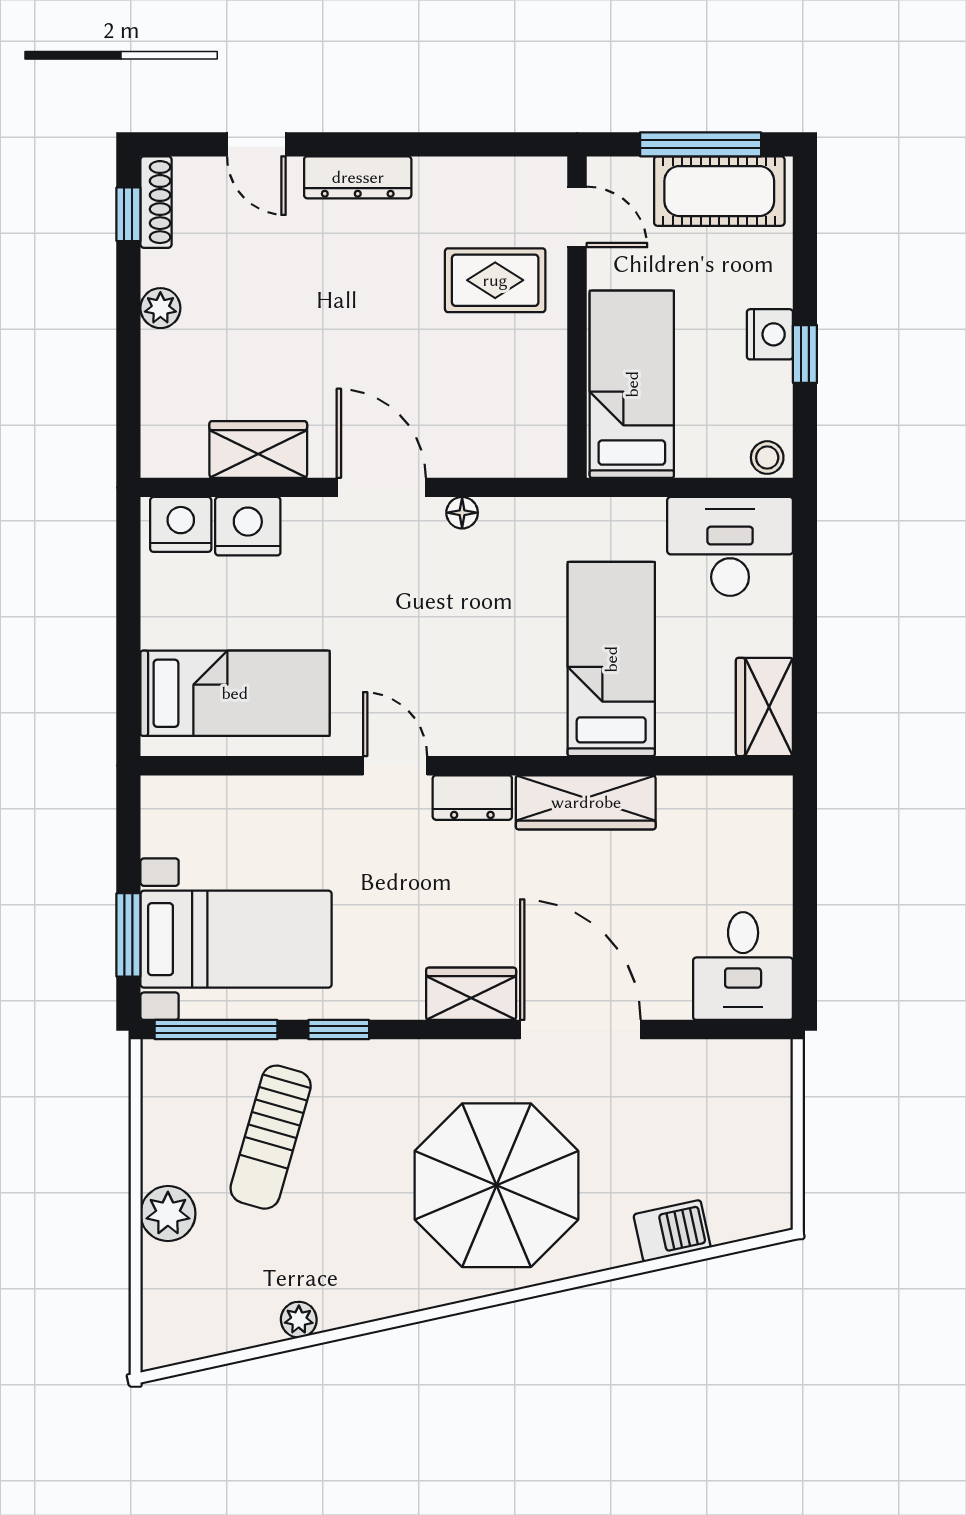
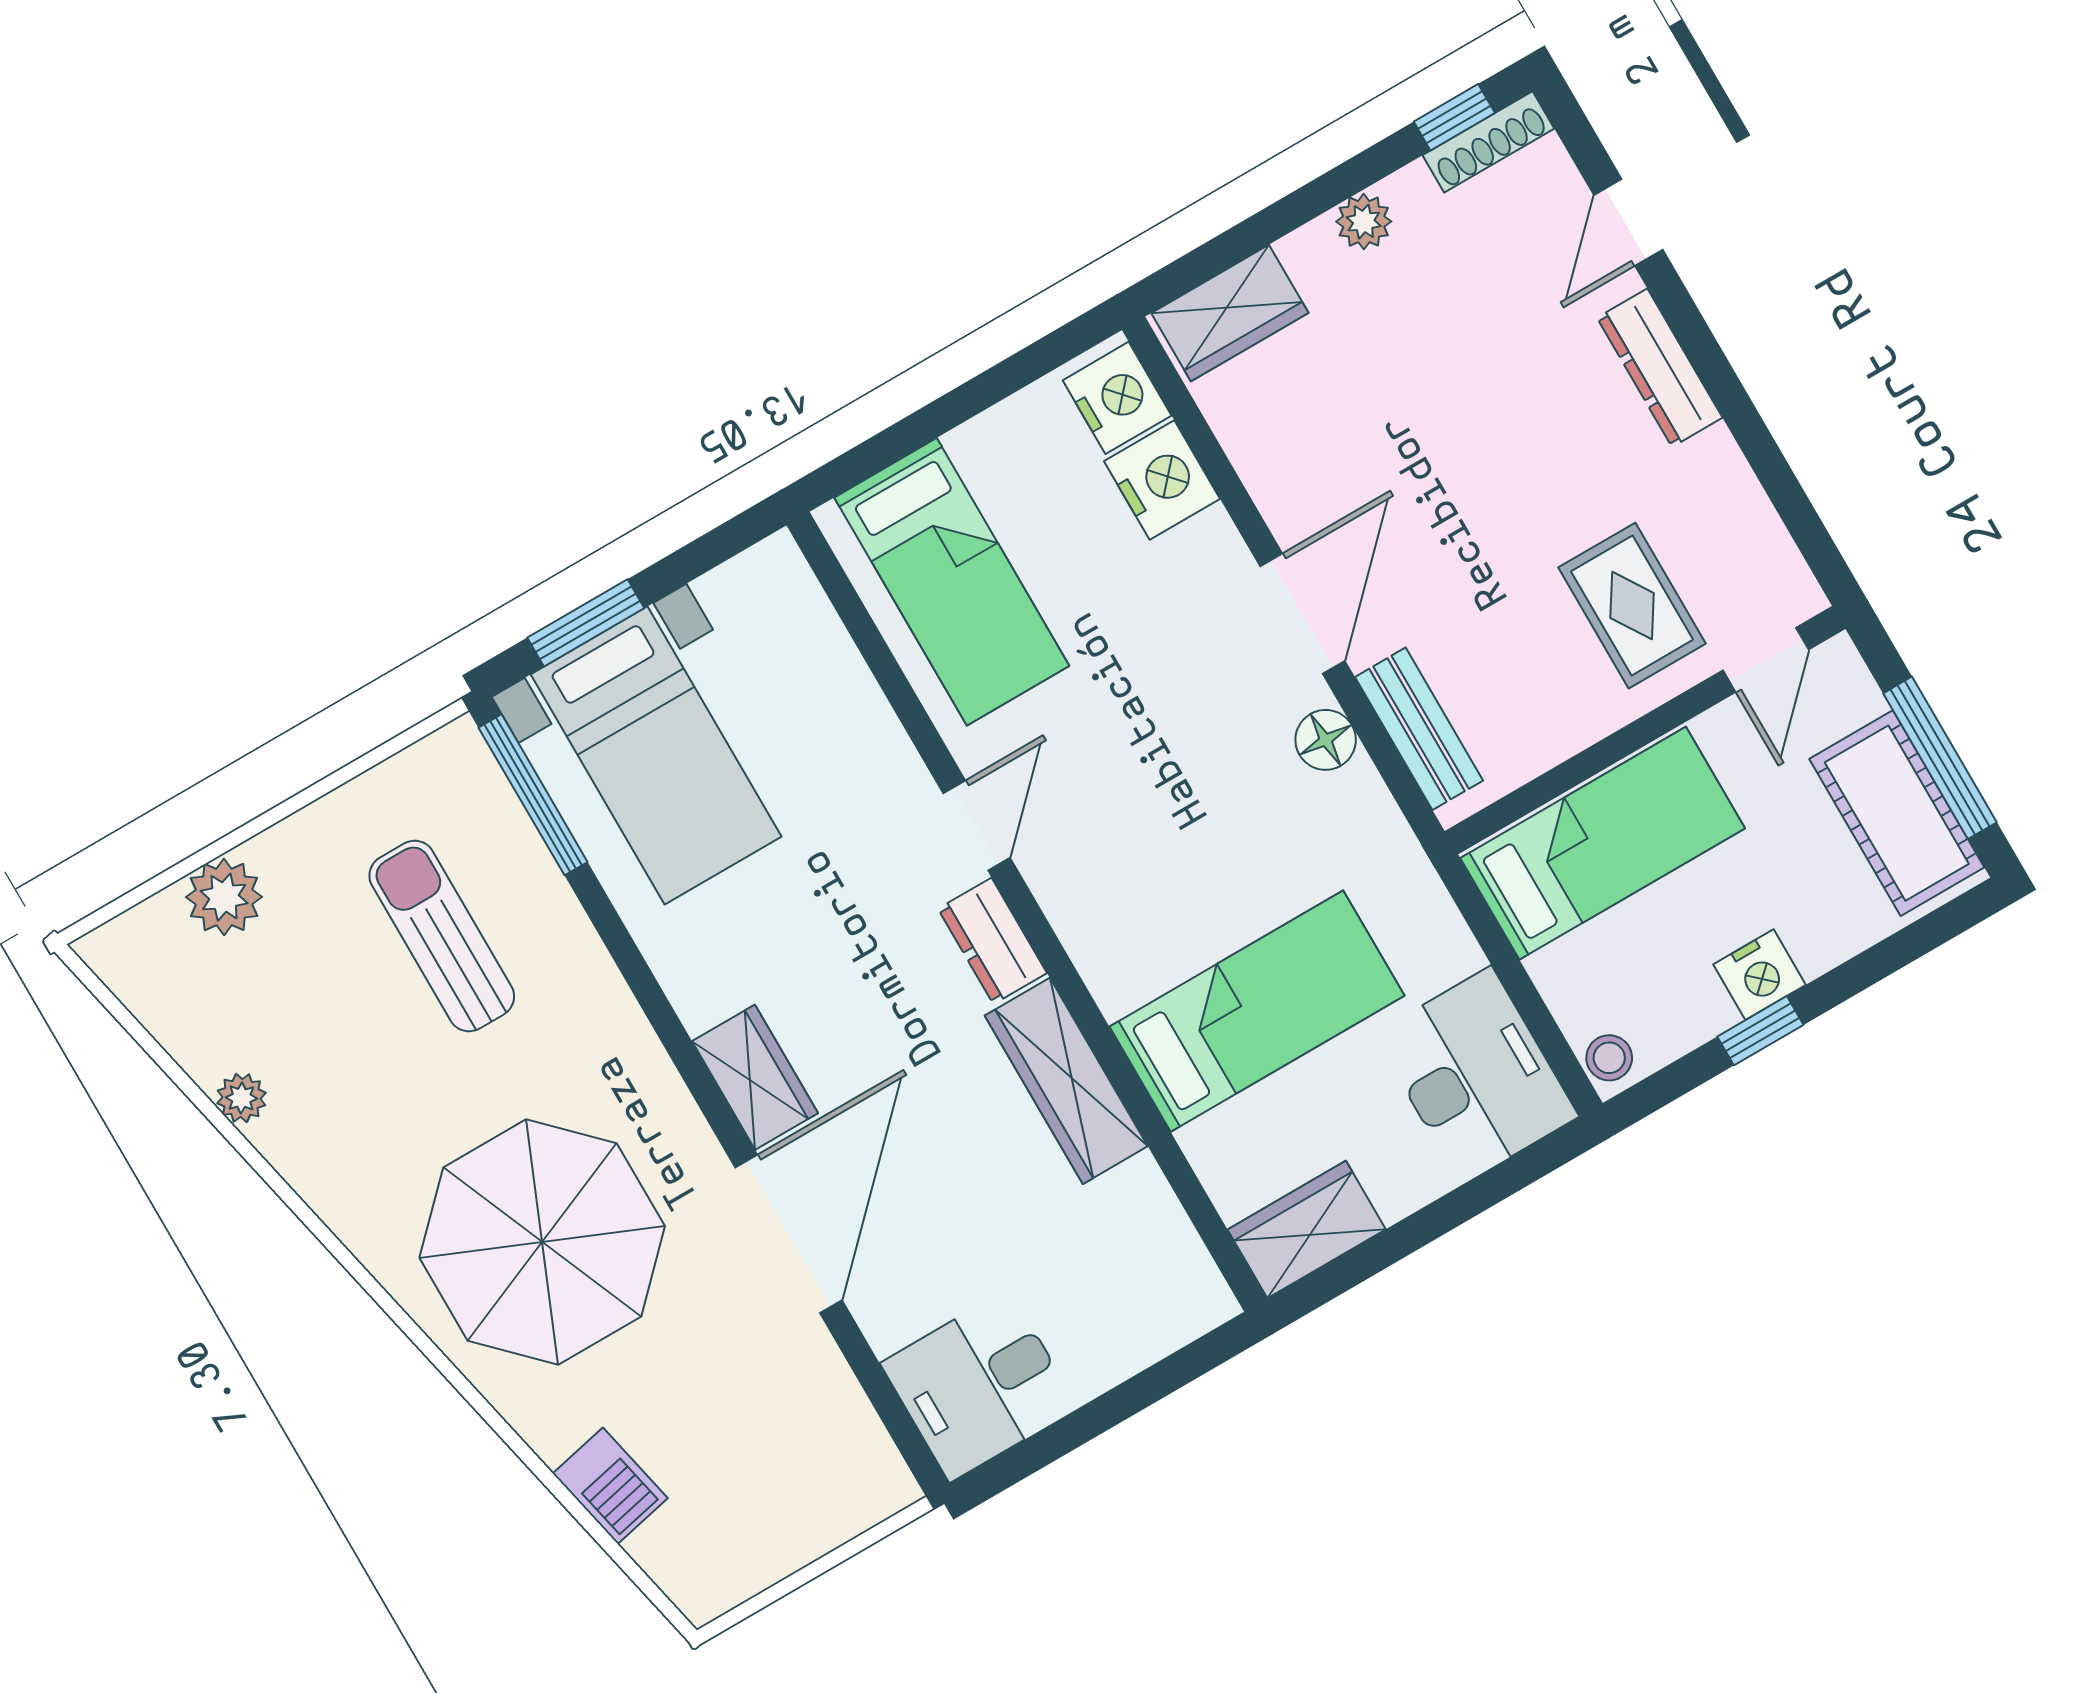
wardrobe: (258, 449) -> (1230, 313), moved, turned 90
bench: (495, 457) -> (1419, 729), added
floor lamp: (462, 513) -> (1326, 740), width x1.37, depth x1.37
window: (339, 1030) -> (619, 943), removed
sun lounger: (271, 1137) -> (442, 936), turned 74
plant: (168, 1214) -> (224, 897), moved

